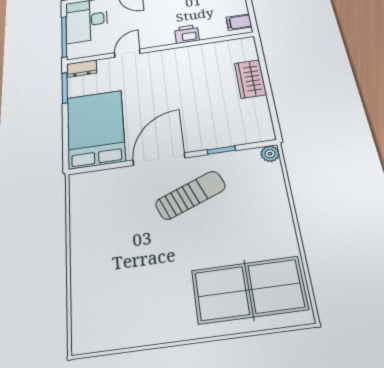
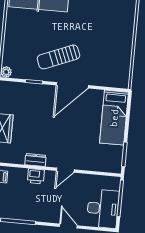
door: (127, 53) -> (65, 170), moved
dresser: (82, 69) -> (35, 160), moved
bed: (96, 129) -> (114, 118), width x0.67

